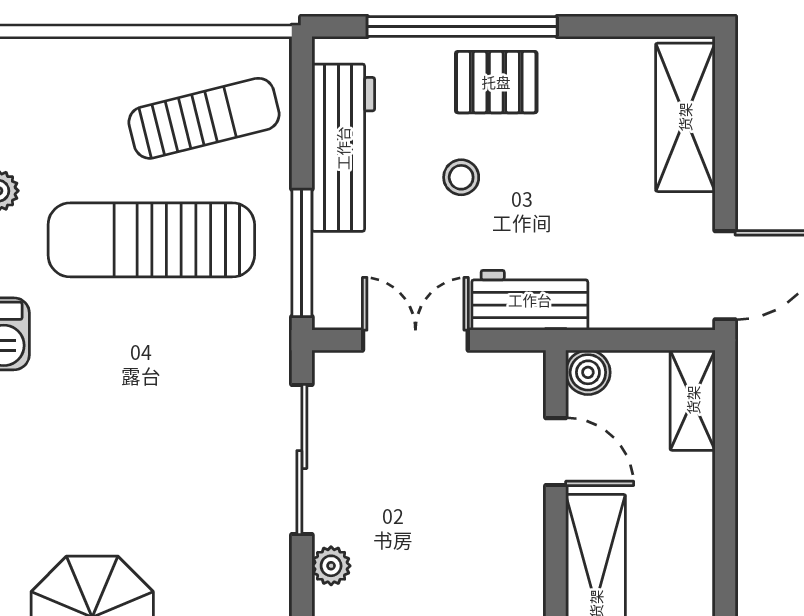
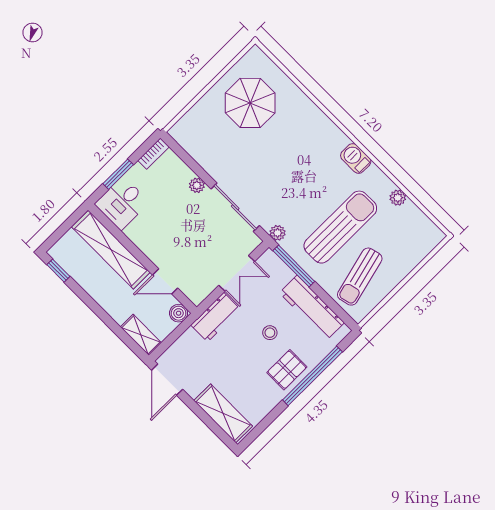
plant: (272, 340) -> (278, 233), added

